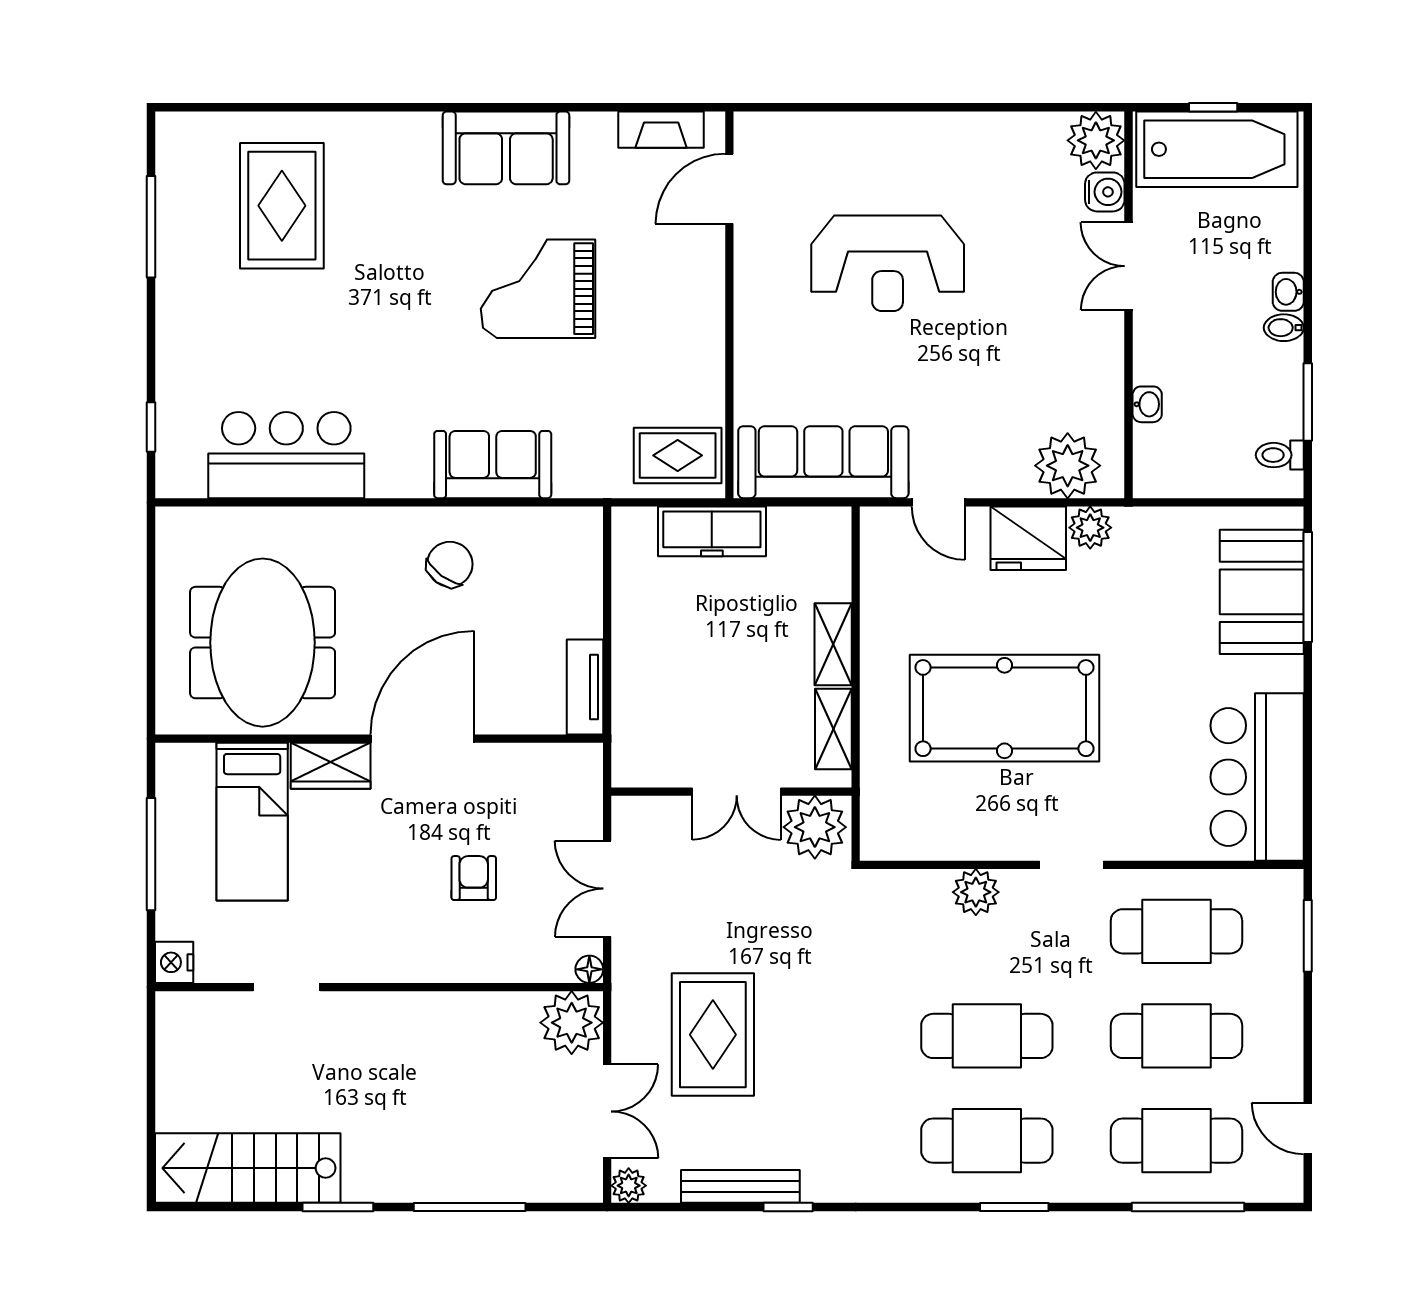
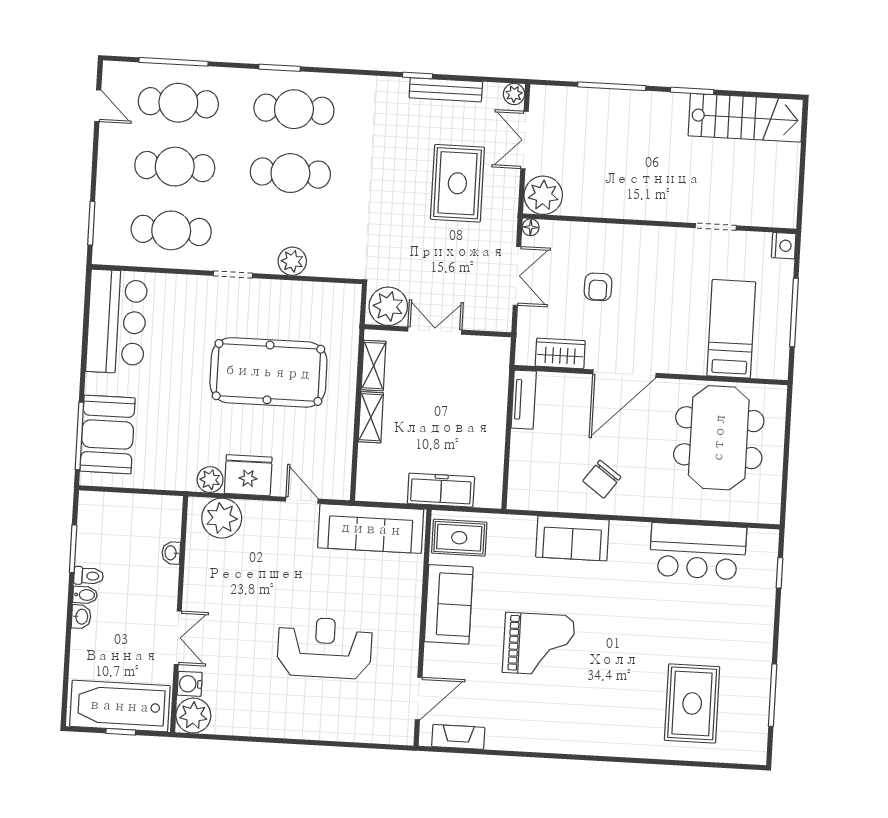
sofa: (506, 148) -> (449, 604), moved, turned 90
toilet: (1280, 455) -> (89, 576), moved
wardrobe: (331, 766) -> (560, 353), moved

